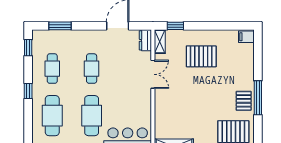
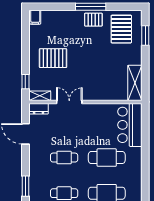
pallet: (201, 56) -> (53, 58), turned 90

